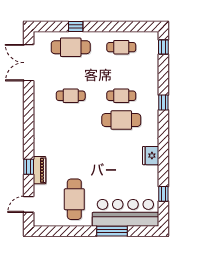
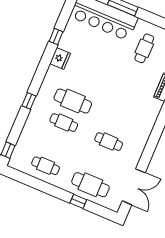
window: (163, 194) -> (56, 37), moved
cafe table: (74, 199) -> (144, 48), width x0.73, depth x0.74

